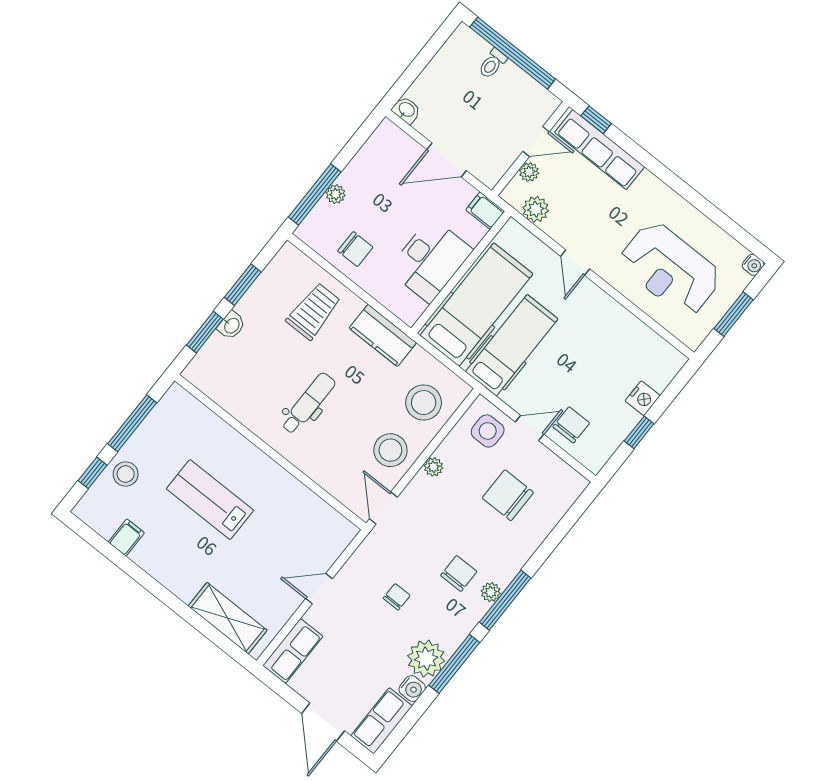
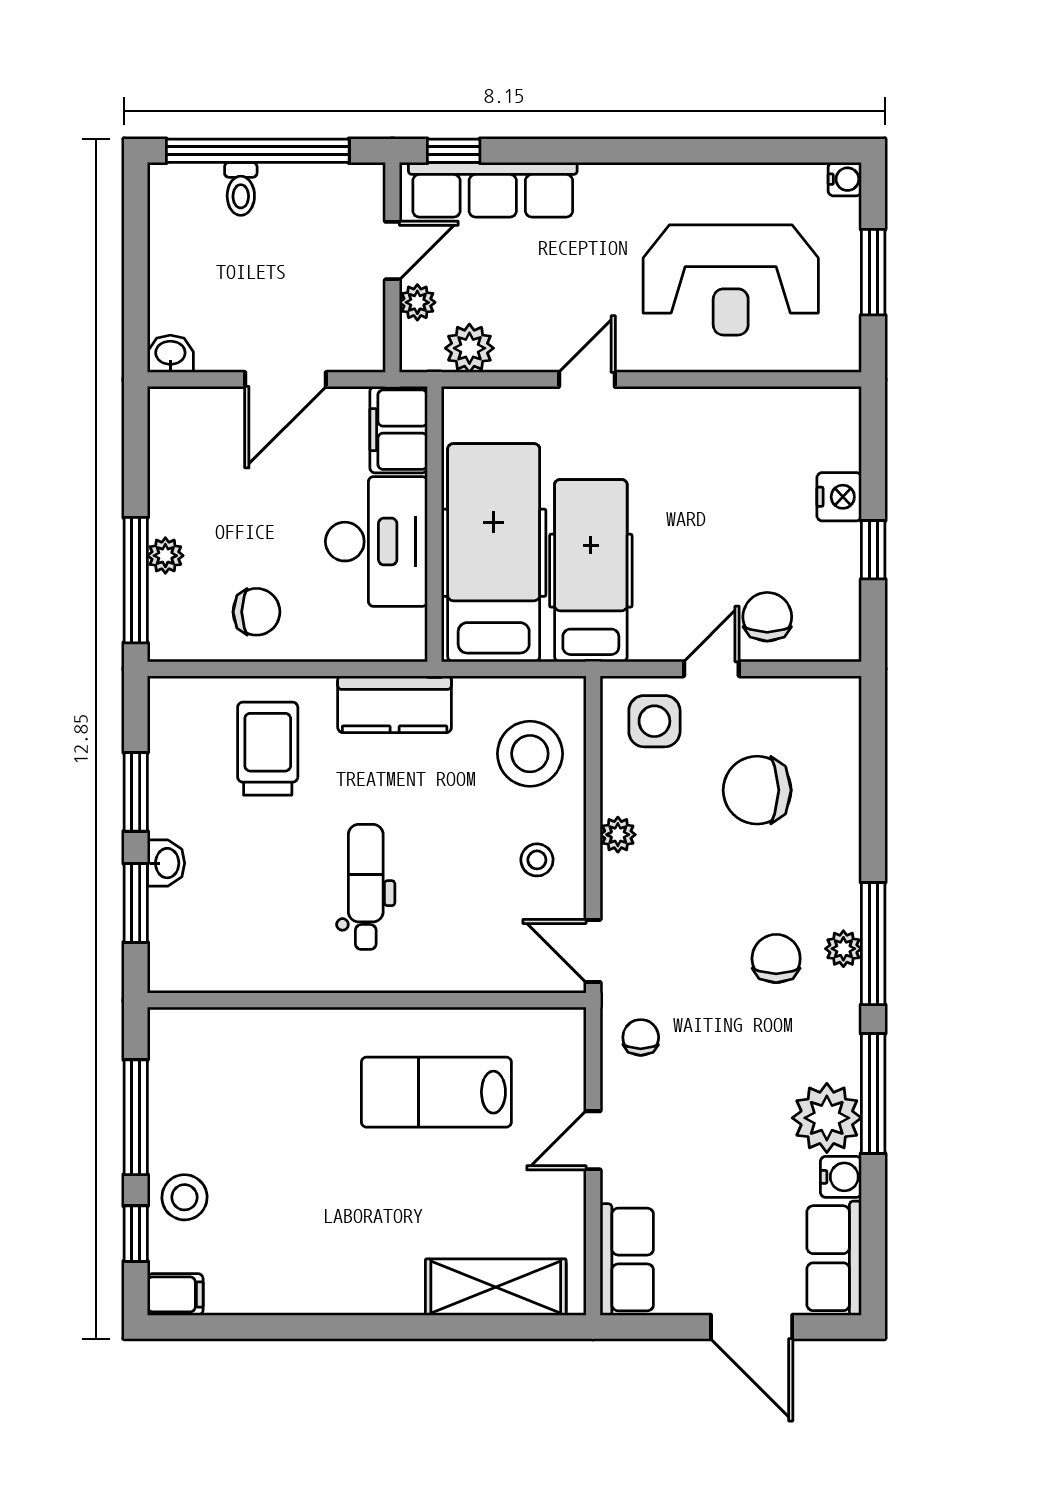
filing cabinet: (485, 211) -> (399, 430), width x2.00
door: (575, 262) -> (587, 379), swing flipped
stool: (390, 450) -> (537, 860), width x0.53, depth x0.53
lab bench: (210, 500) -> (436, 1092), moved
filing cabinet: (126, 537) -> (175, 1294), moved, turned 90
chair: (397, 597) -> (641, 1037), moved

